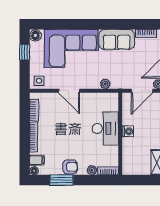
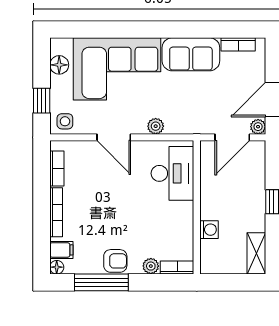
floor lamp: (36, 35) -> (59, 65), moved
window: (25, 52) -> (42, 101), moved
plant: (105, 84) -> (156, 126), moved
desk: (105, 128) -> (172, 173), moved
washing machine: (128, 131) -> (209, 230), moved
window: (62, 180) -> (101, 282), width x1.44

